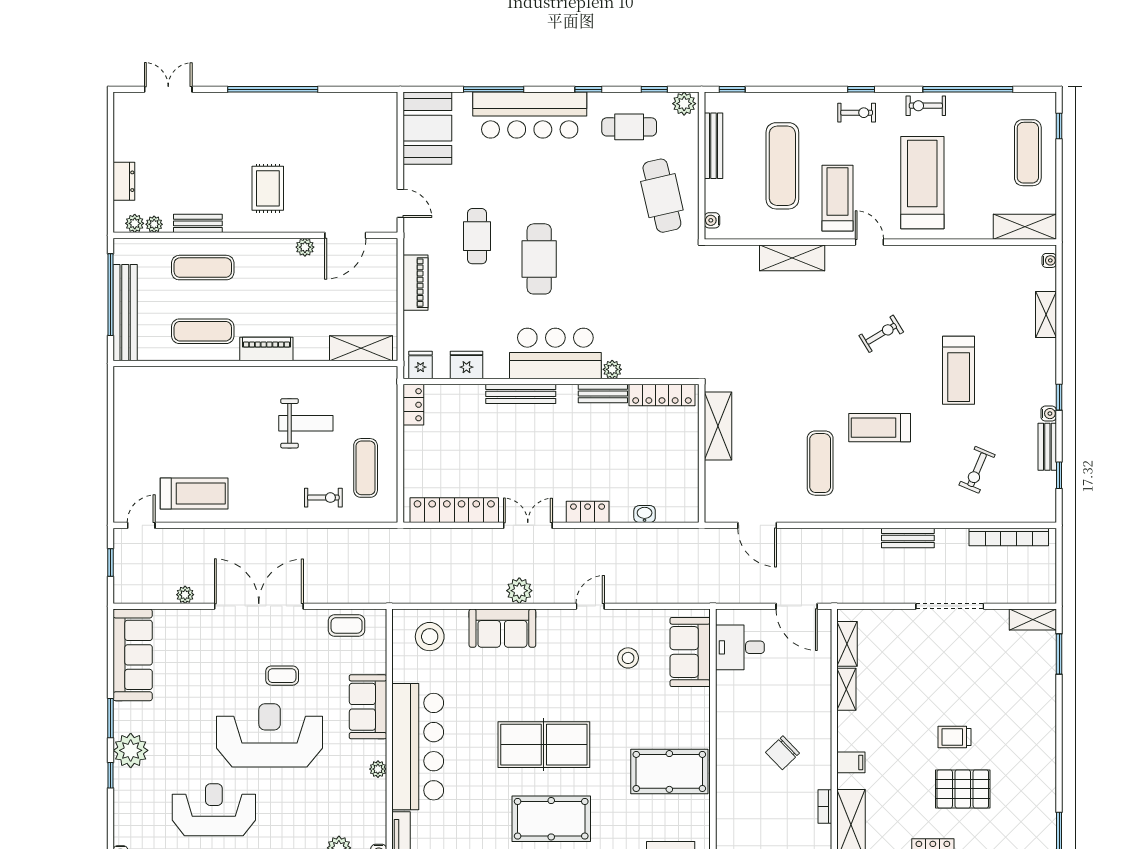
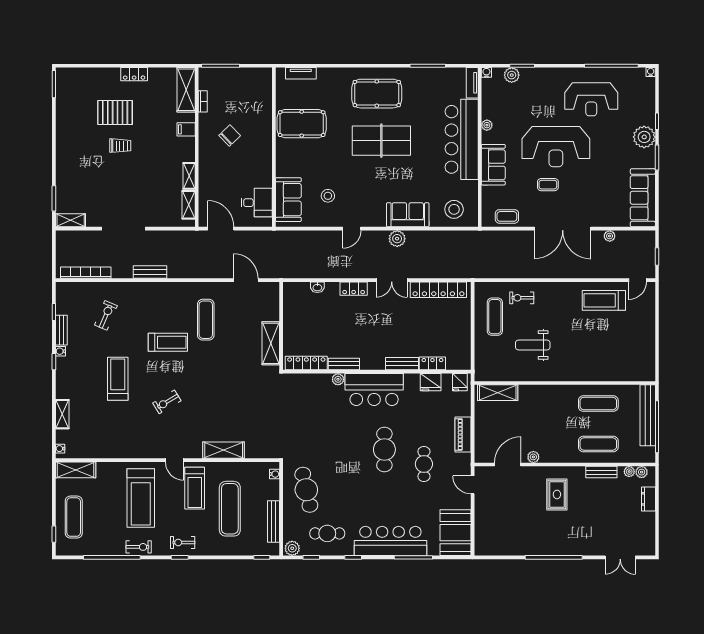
piano: (266, 349) -> (558, 392), removed
bench: (521, 394) -> (402, 364), width x0.73
locker: (413, 405) -> (432, 363), moved, turned 90

